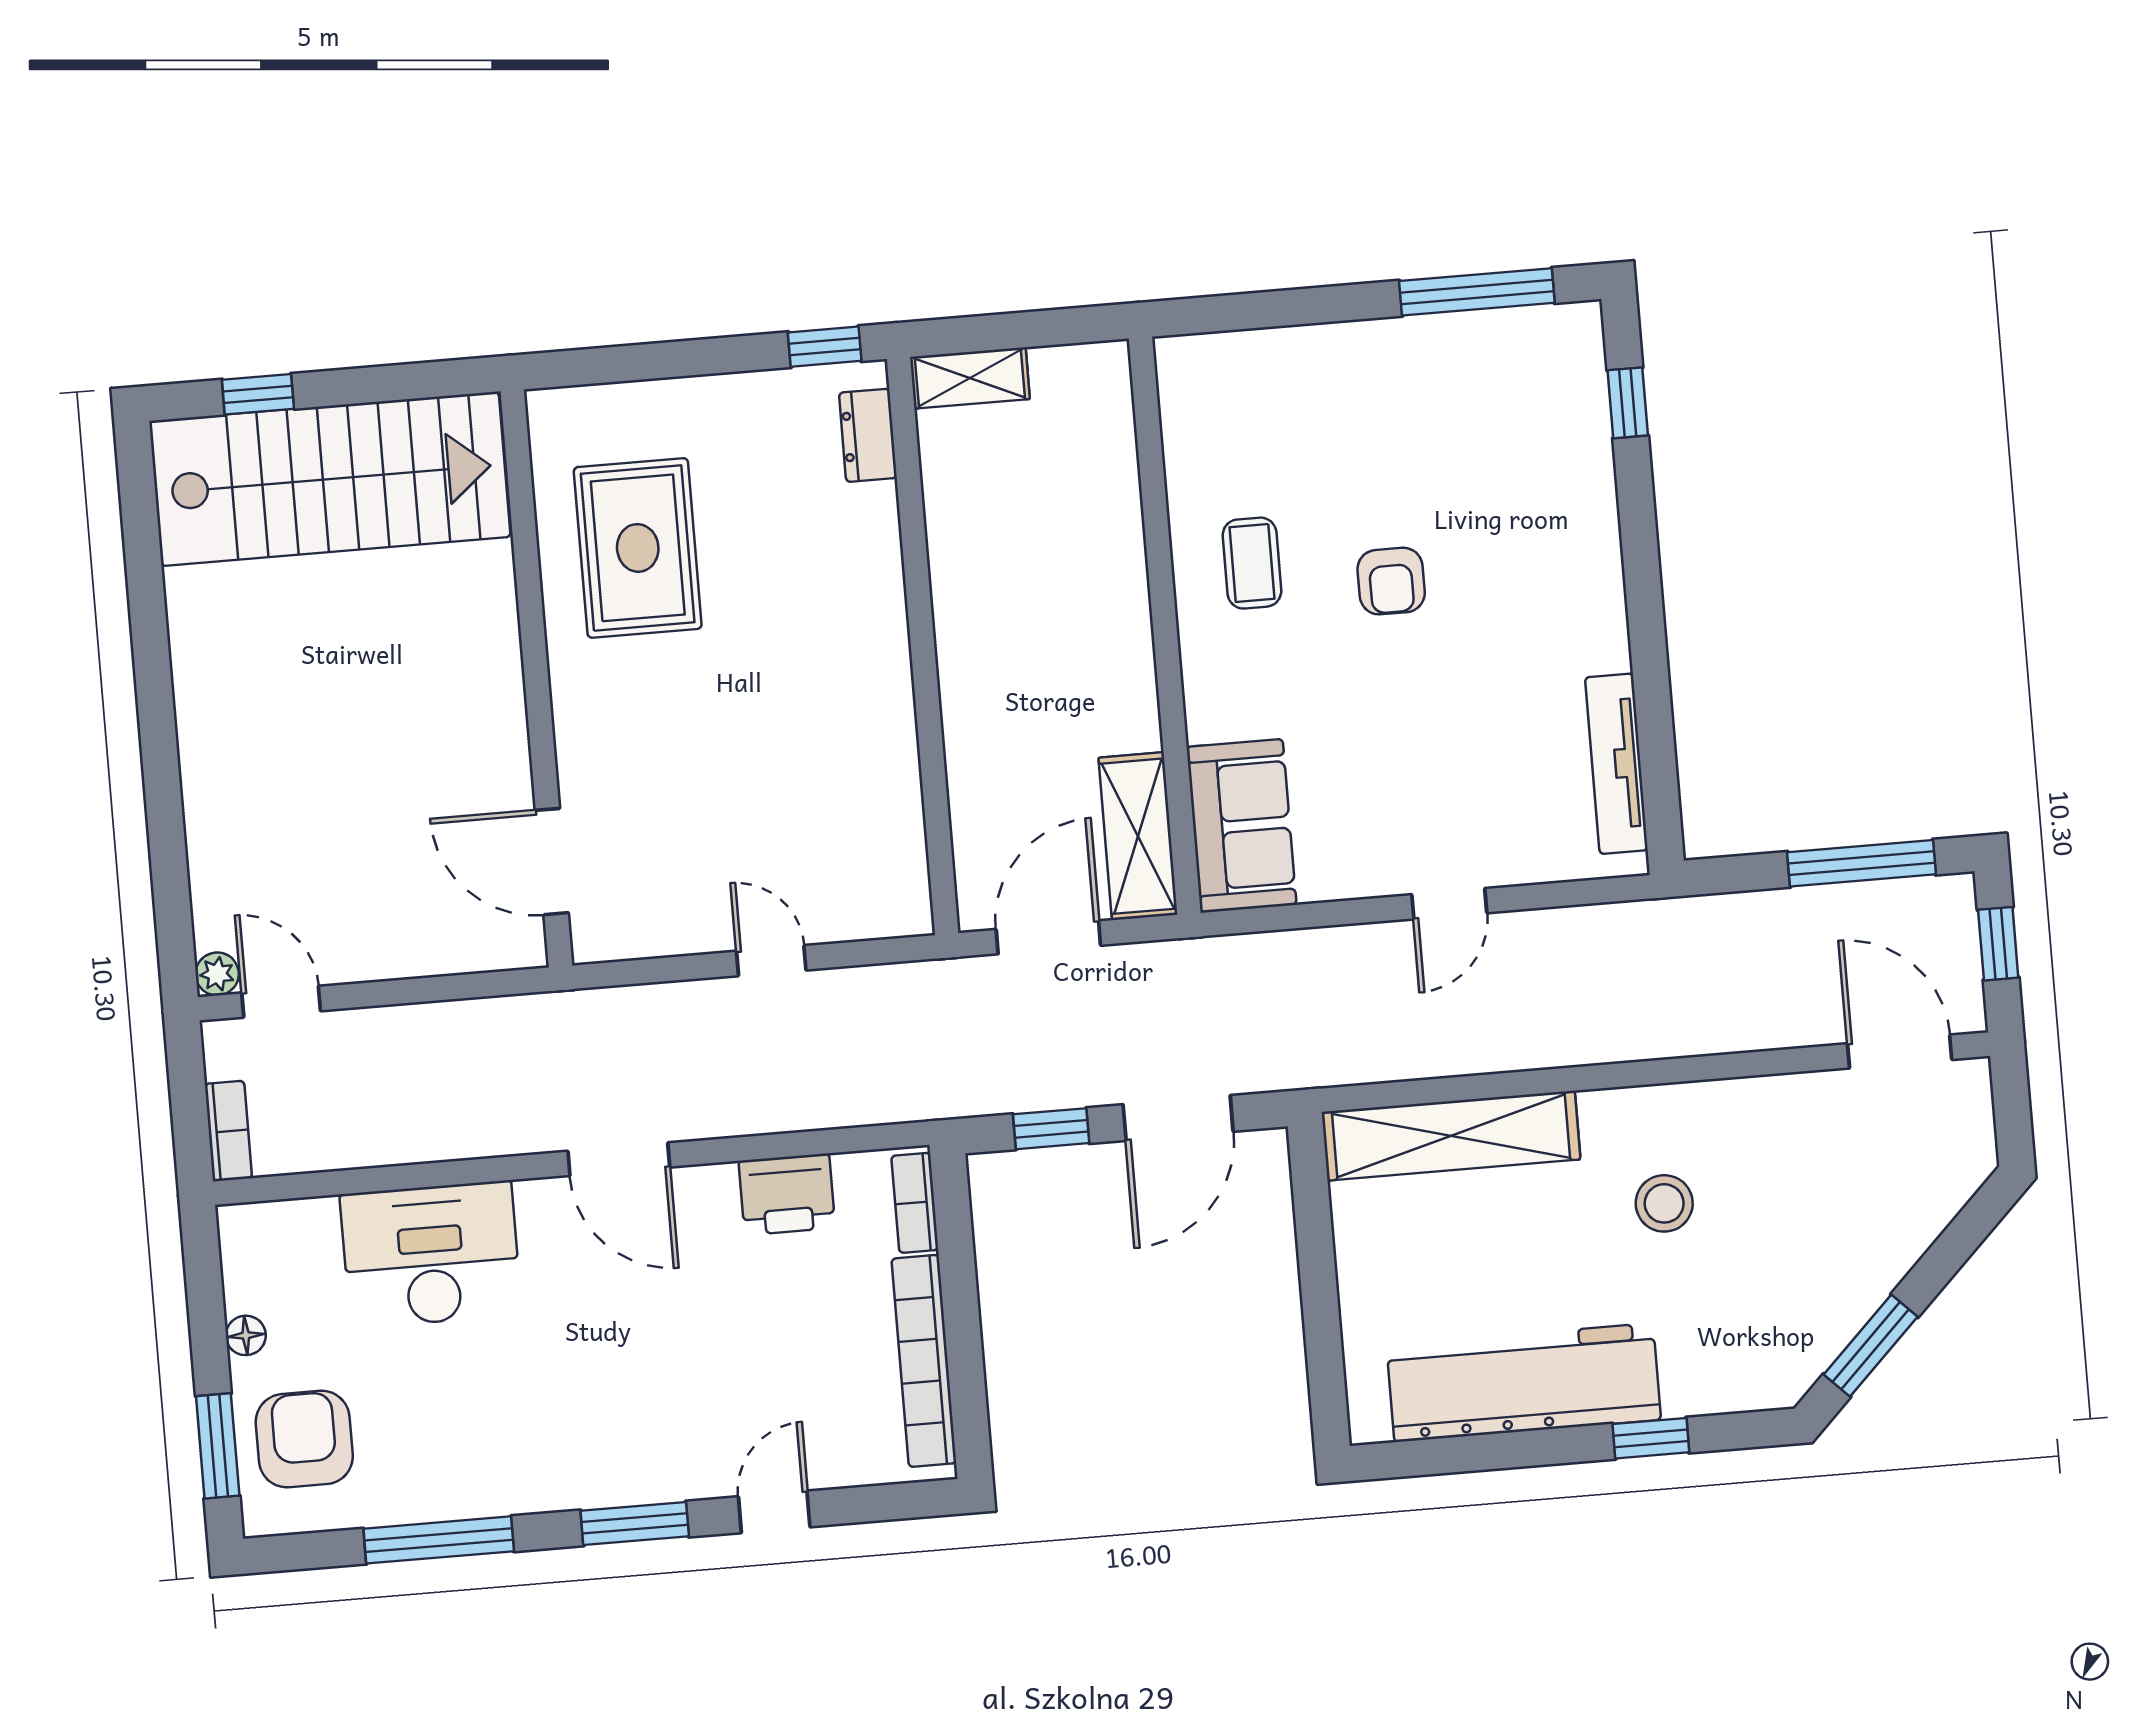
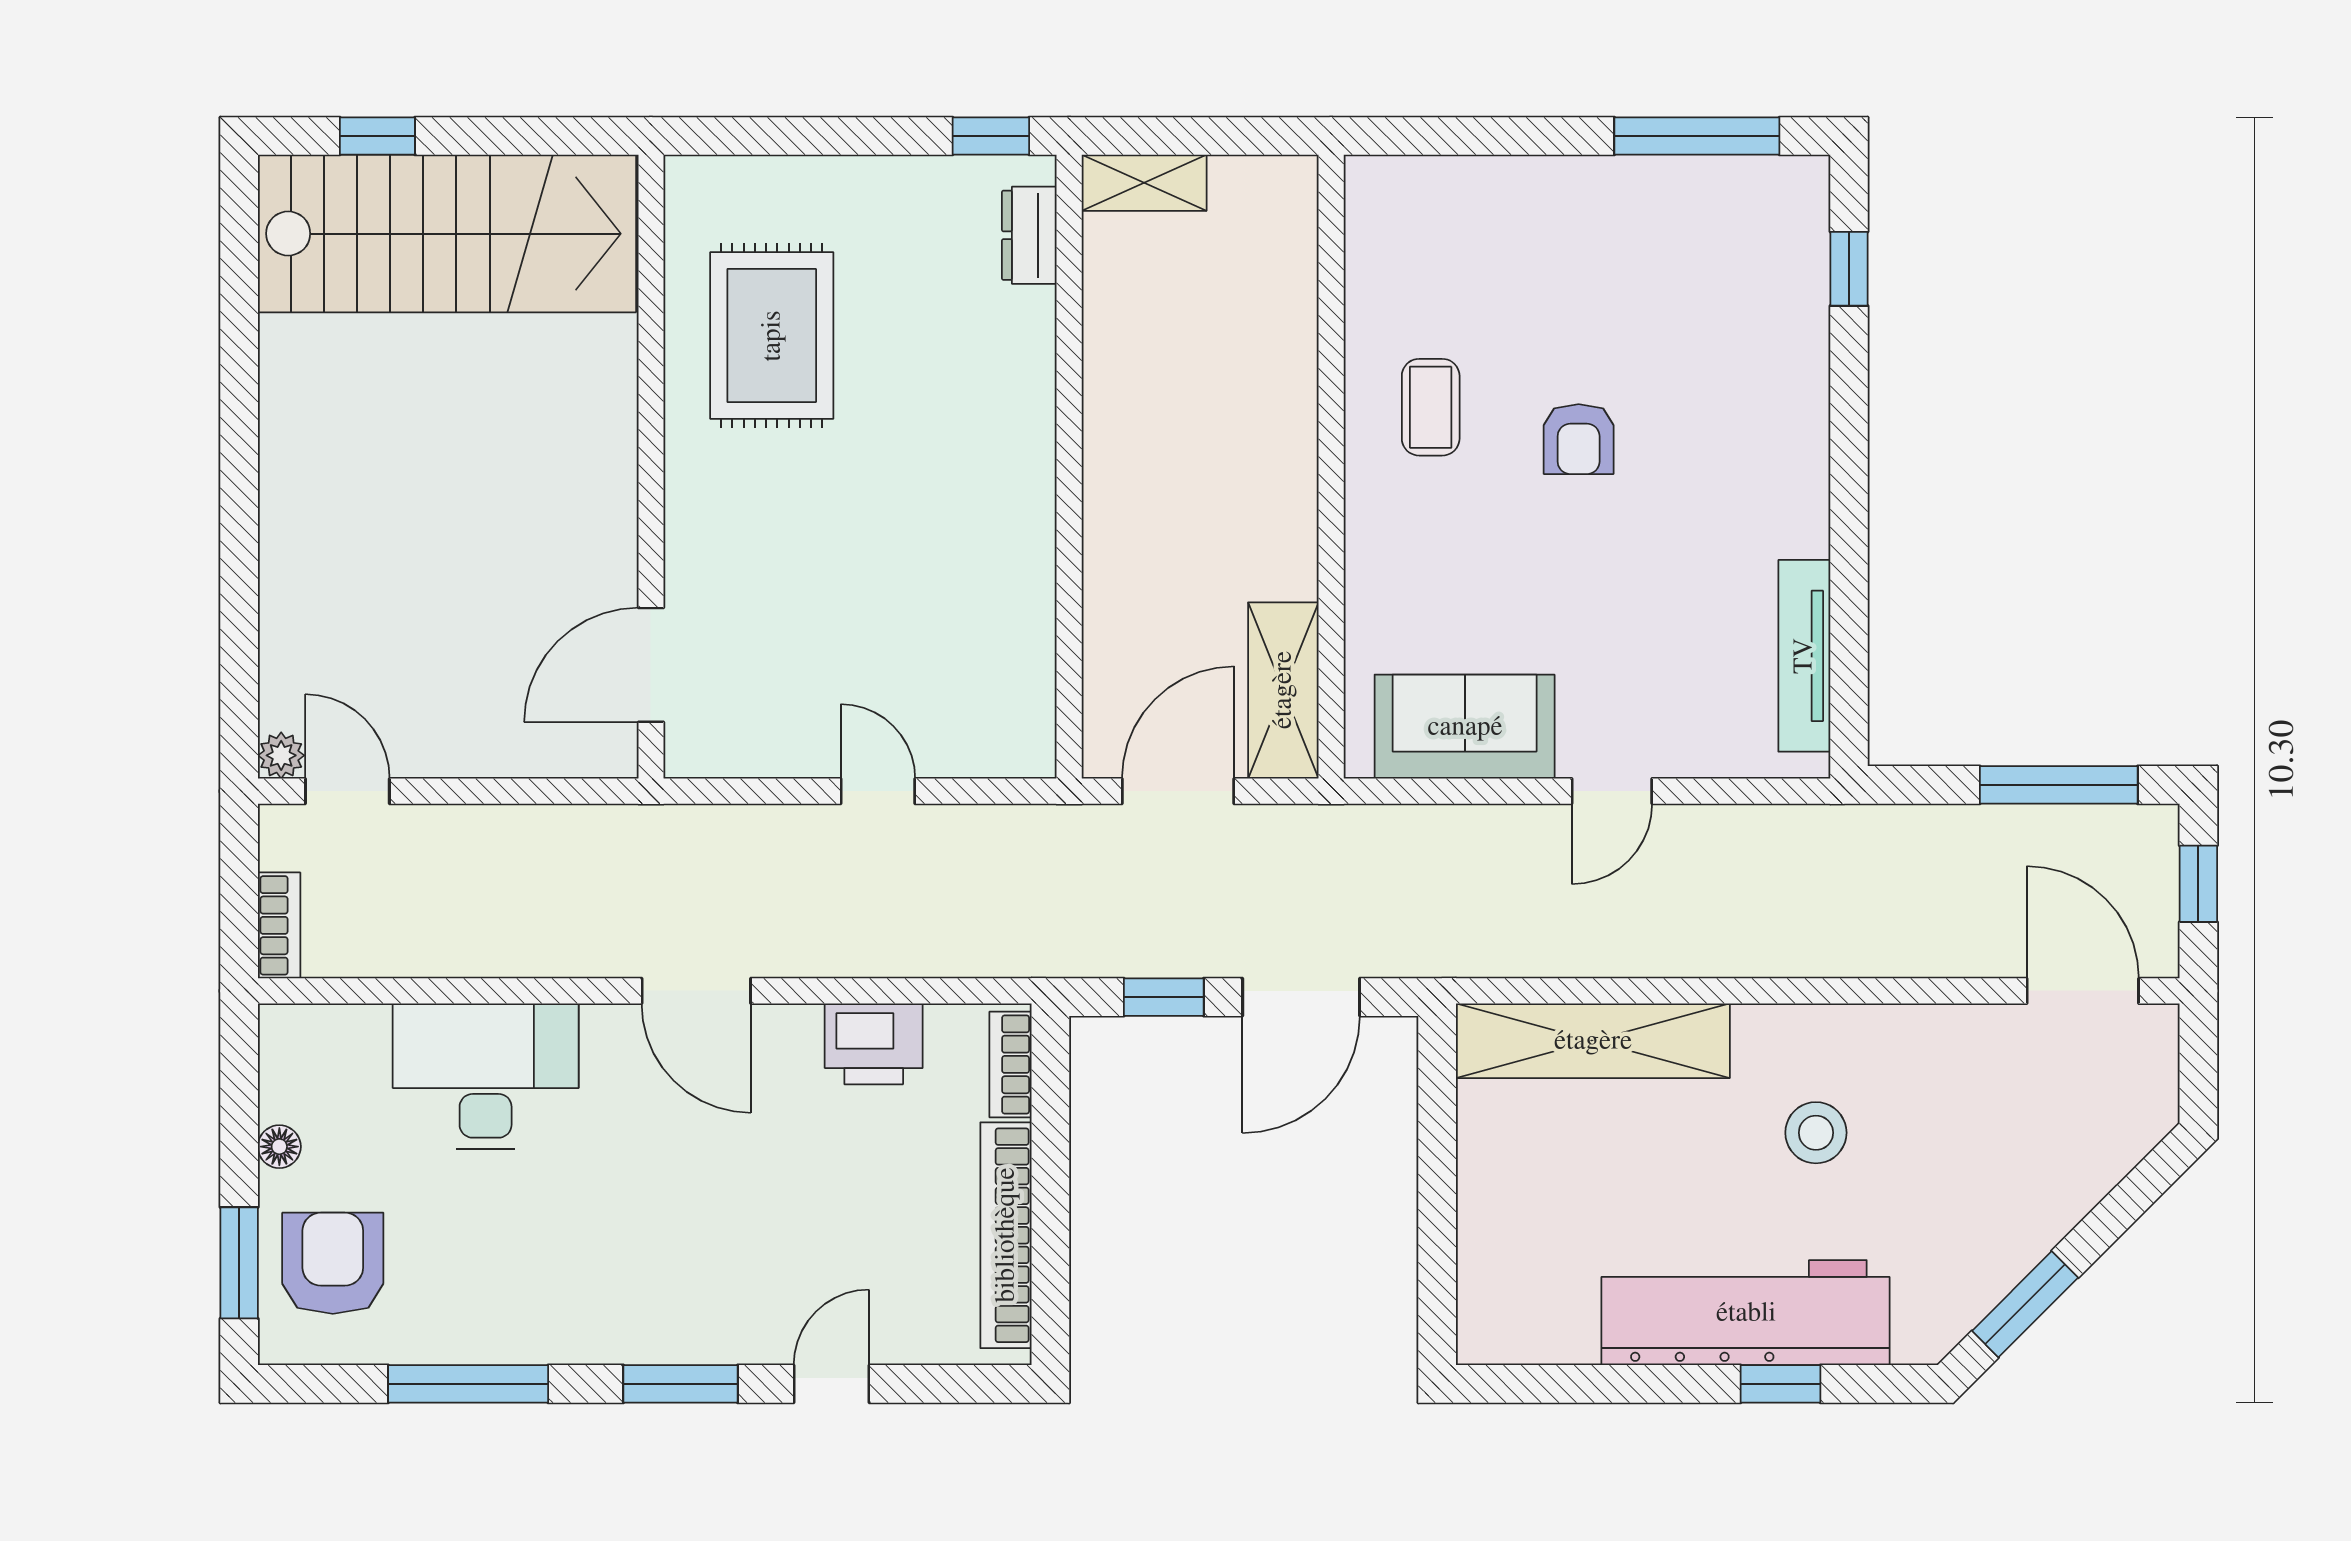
sofa: (1241, 826) -> (1465, 727), moved, turned -90
door: (552, 862) -> (651, 665), hinge flipped
workbench: (1524, 1383) -> (1746, 1313), moved

